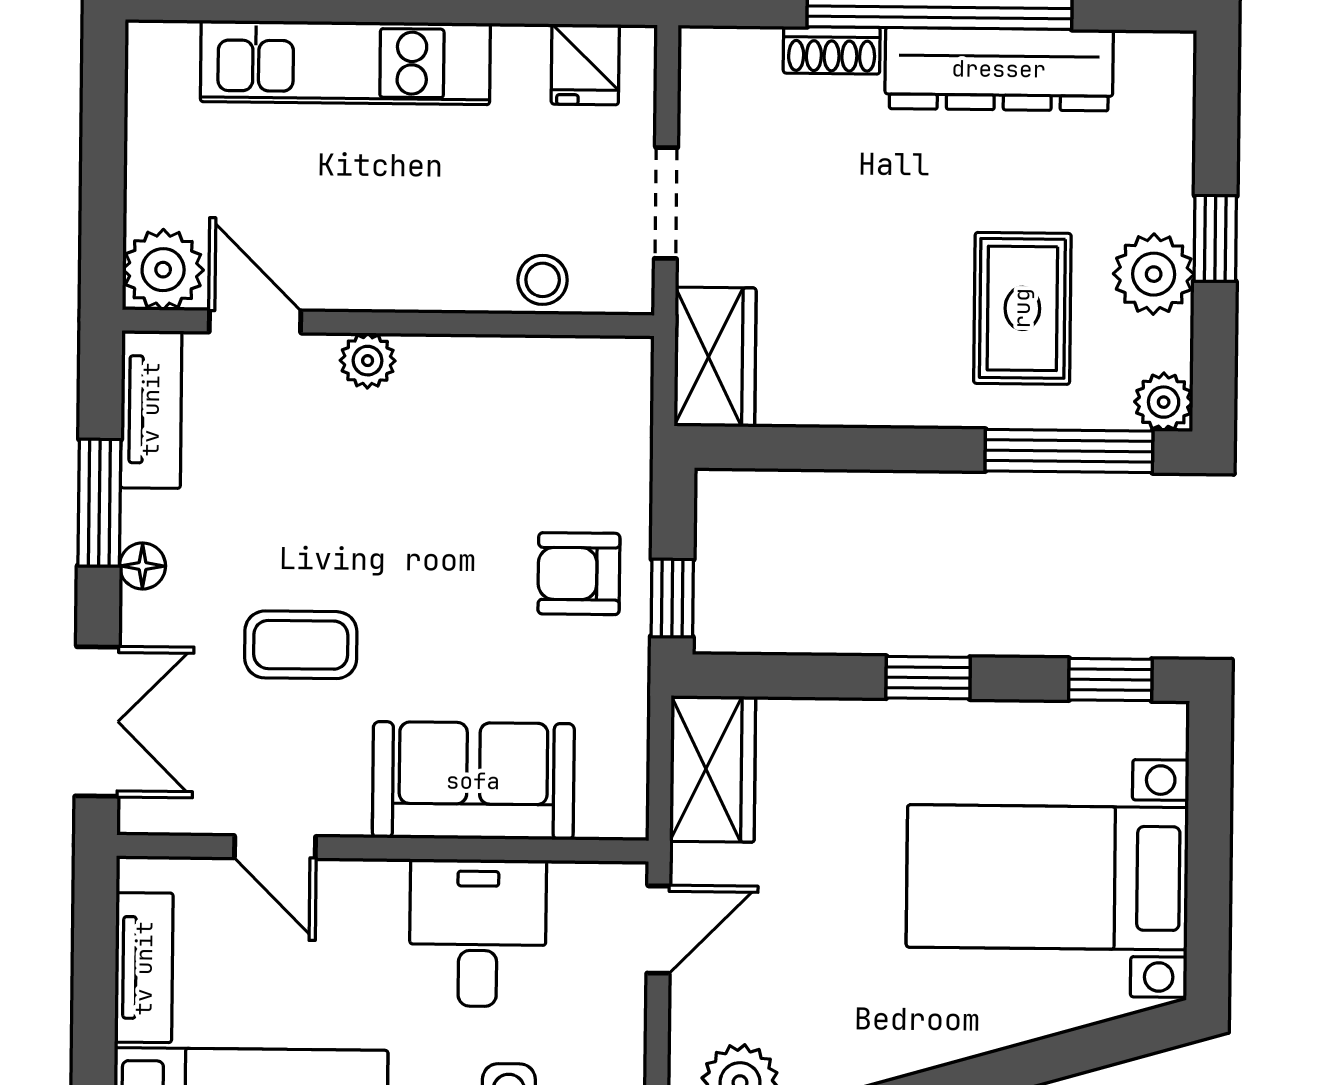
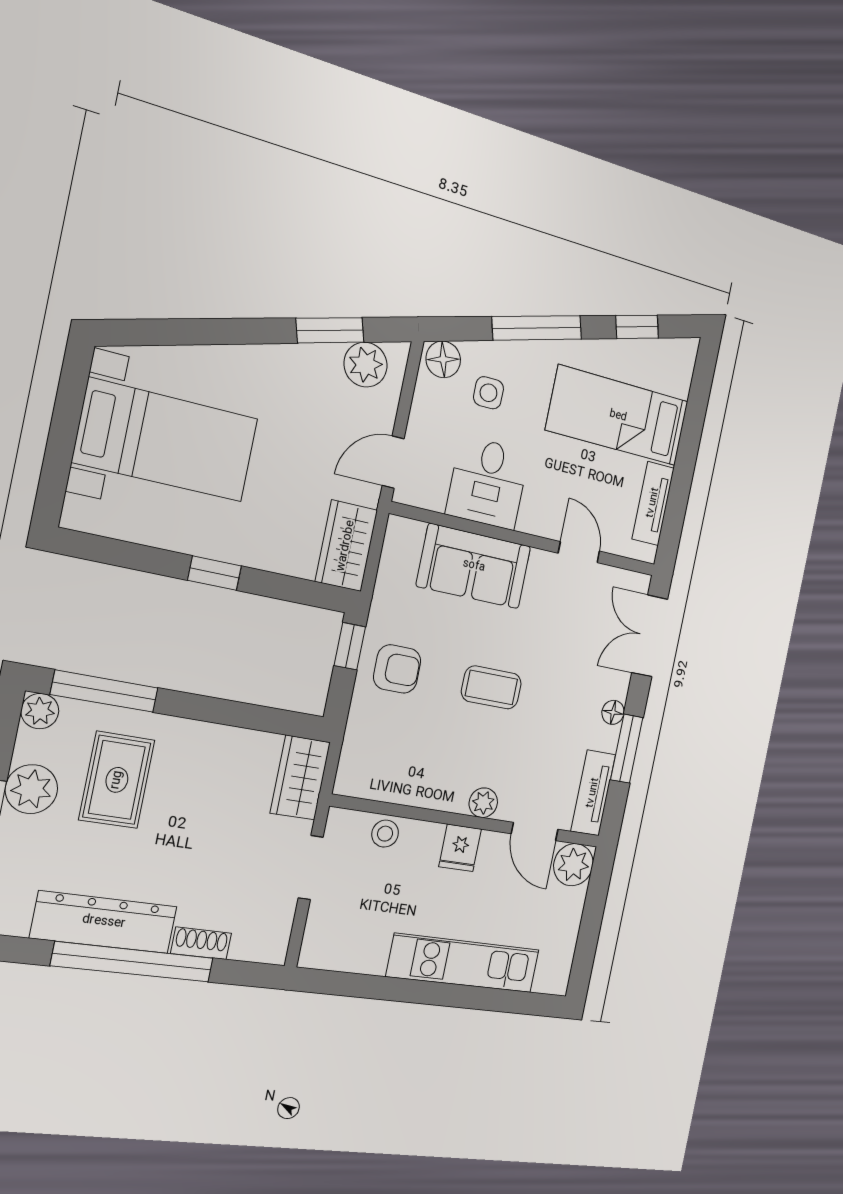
fridge: (585, 64) -> (460, 848), moved, turned 180
coffee table: (301, 645) -> (491, 687), moved
window: (1110, 680) -> (105, 550), removed

